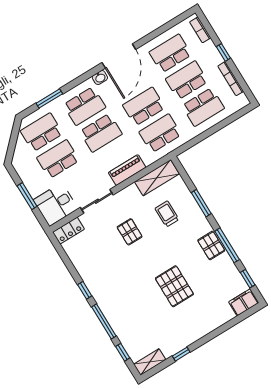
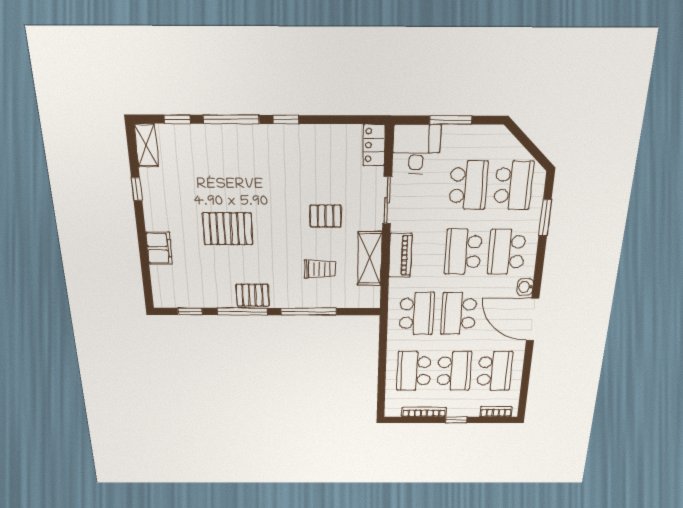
school desk: (144, 107) -> (459, 314), turned 180
shelving: (157, 178) -> (370, 259), moved
window: (201, 203) -> (309, 312), width x1.44
filing cabinet: (244, 302) -> (159, 248), moved

